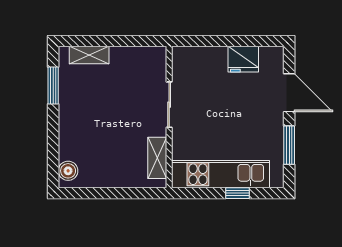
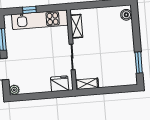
shelving: (89, 55) -> (87, 84), moved
plant: (275, 55) -> (14, 90), added
fridge: (243, 59) -> (60, 84), moved

